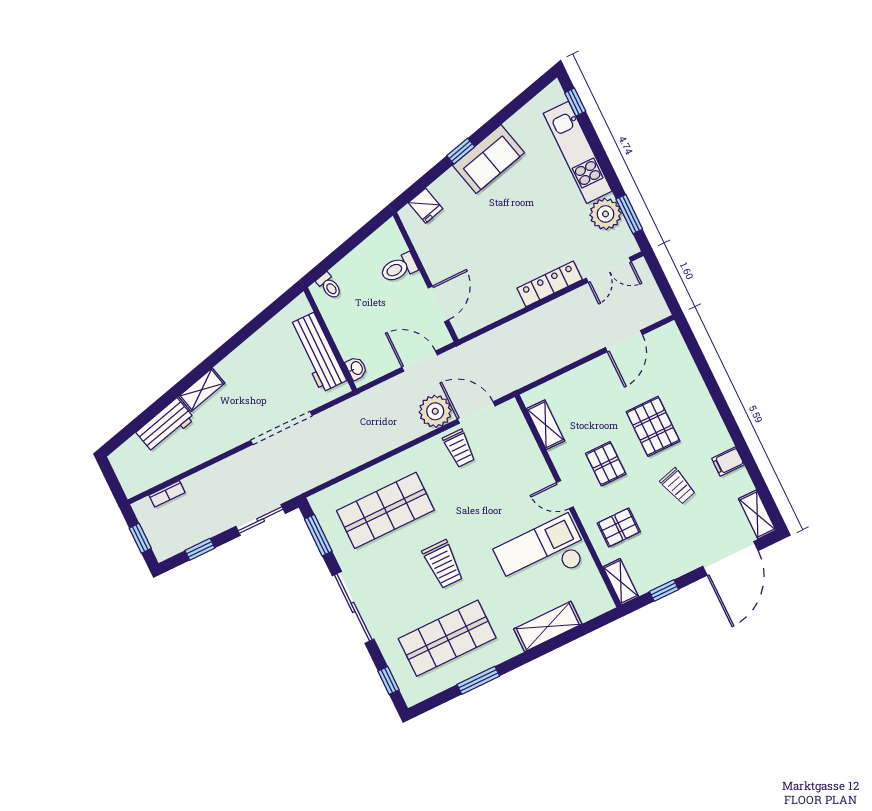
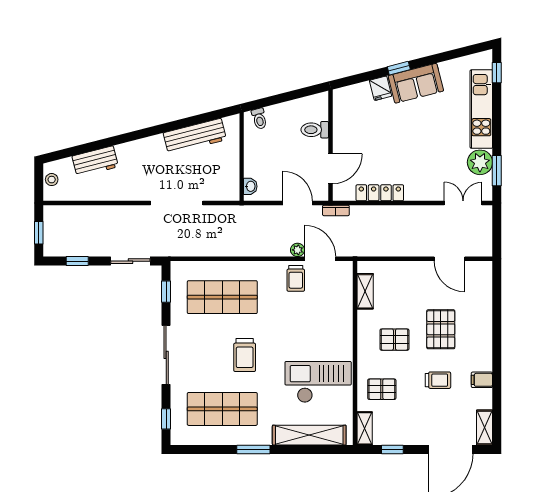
fridge: (426, 206) -> (381, 88), moved
double door: (609, 270) -> (463, 203), swing flipped
locker: (550, 284) -> (380, 193), moved
door: (624, 341) -> (449, 259), hinge flipped
workbench: (318, 352) -> (195, 136), moved, turned -104
shelving: (202, 390) -> (133, 148), removed
plant: (435, 411) -> (298, 250), width x0.53, depth x0.53
pallet: (606, 464) -> (394, 340), turned 90
stool: (126, 470) -> (52, 180), added
trolley: (678, 486) -> (438, 380), turned -74
bookcase: (167, 494) -> (336, 210), moved
door: (565, 495) -> (355, 347), removed
window: (318, 535) -> (166, 292), width x0.67
shelving: (548, 626) -> (309, 435), width x1.47
window: (478, 680) -> (253, 449), moved

